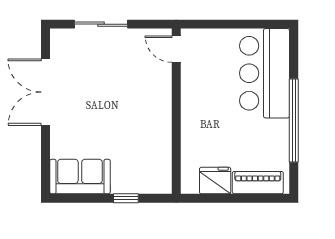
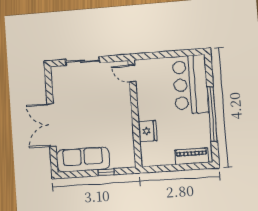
double door: (46, 92) -> (52, 125), moved
sofa: (80, 177) -> (83, 160), width x1.36
fridge: (215, 181) -> (148, 131), moved, turned 90

